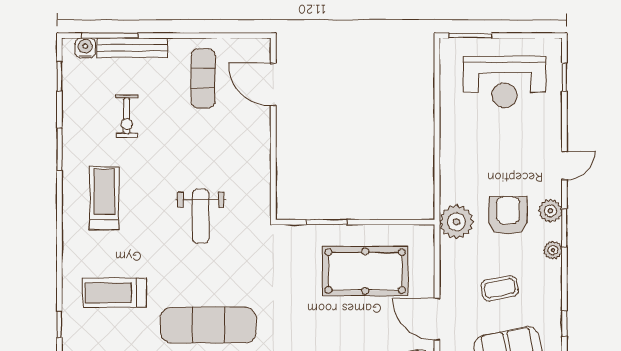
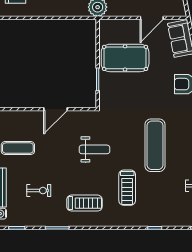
door: (273, 85) -> (55, 109), moved
treadmill: (104, 198) -> (84, 203), turned 180
pool table: (365, 271) -> (125, 58), turned 90
treadmill: (115, 293) -> (127, 188), moved

